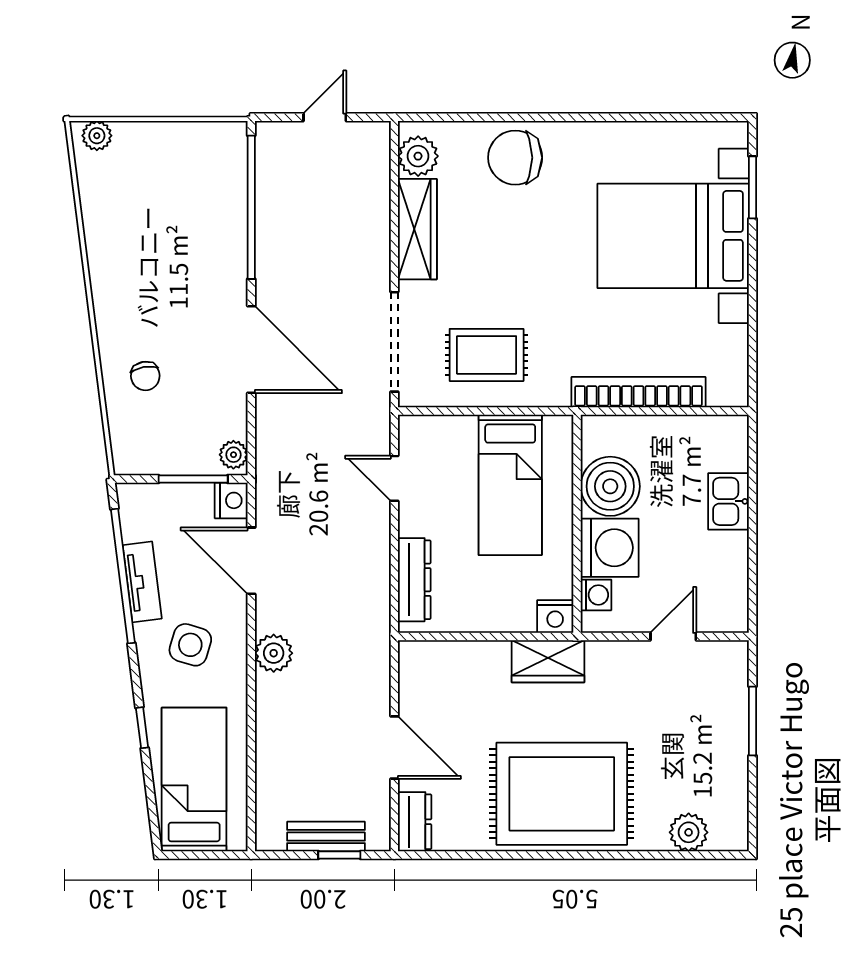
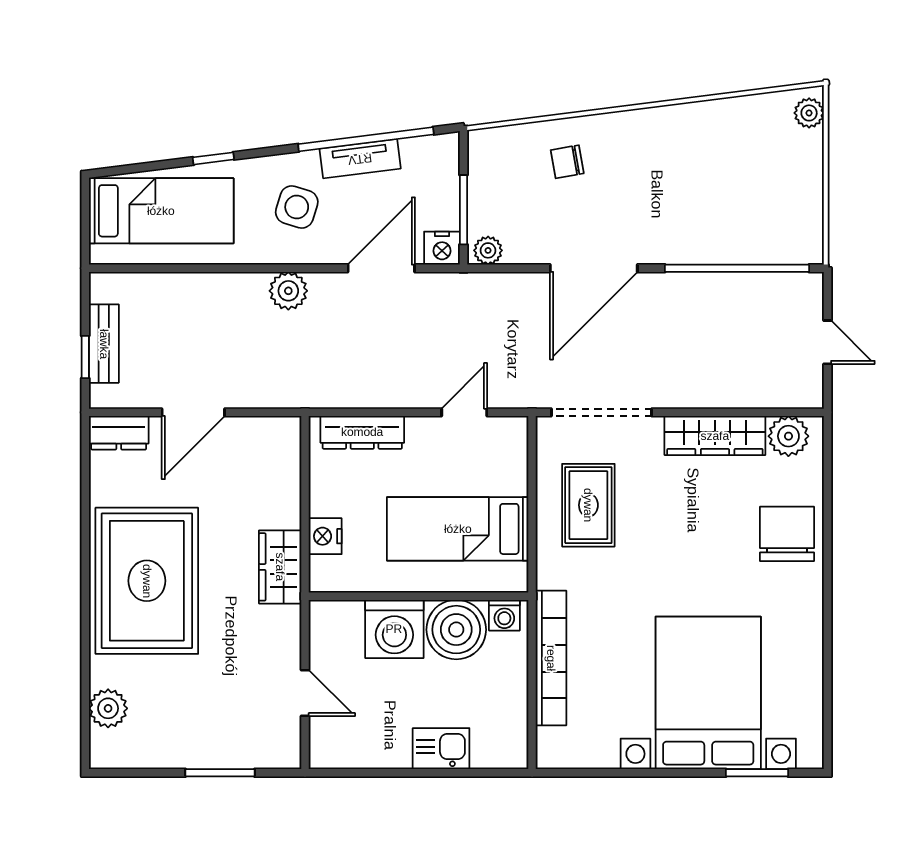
washing machine: (596, 595) -> (504, 615), moved
nightstand: (555, 617) -> (325, 536), moved

